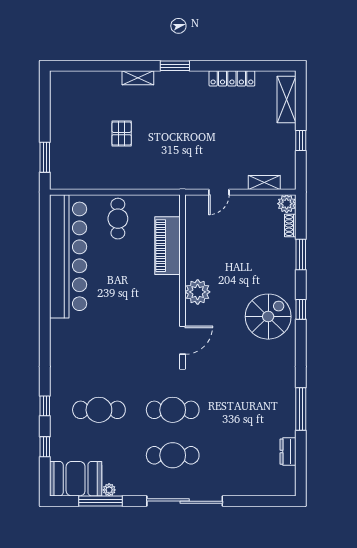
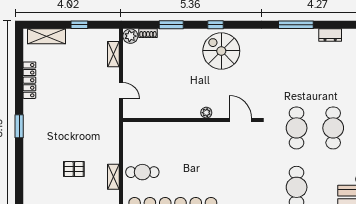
shelving: (138, 78) -> (113, 177), moved
piano: (167, 246) -> (164, 132), removed
plant: (198, 292) -> (206, 113), width x0.53, depth x0.53

